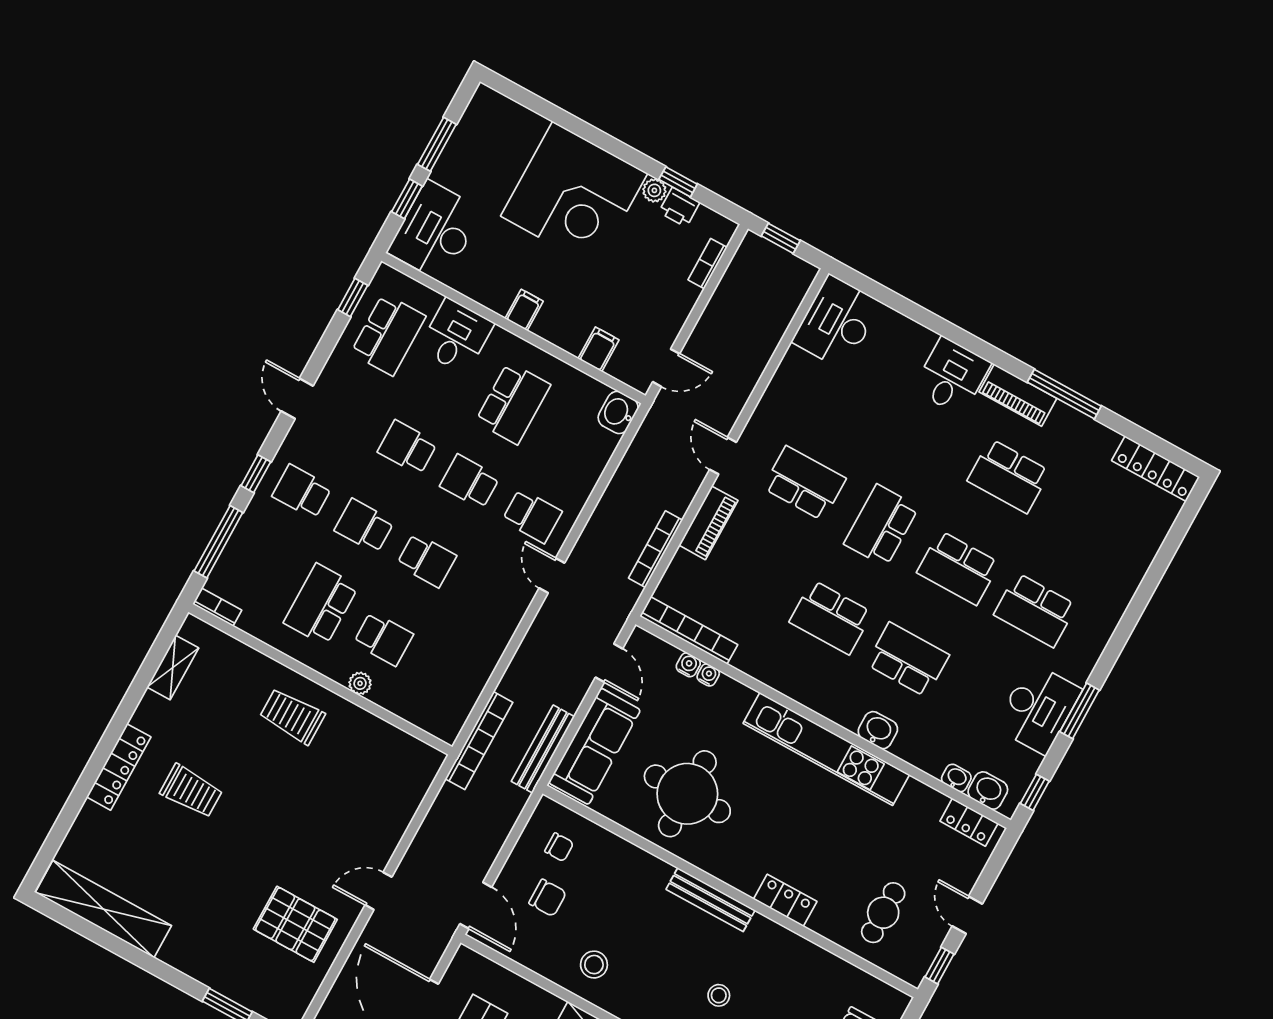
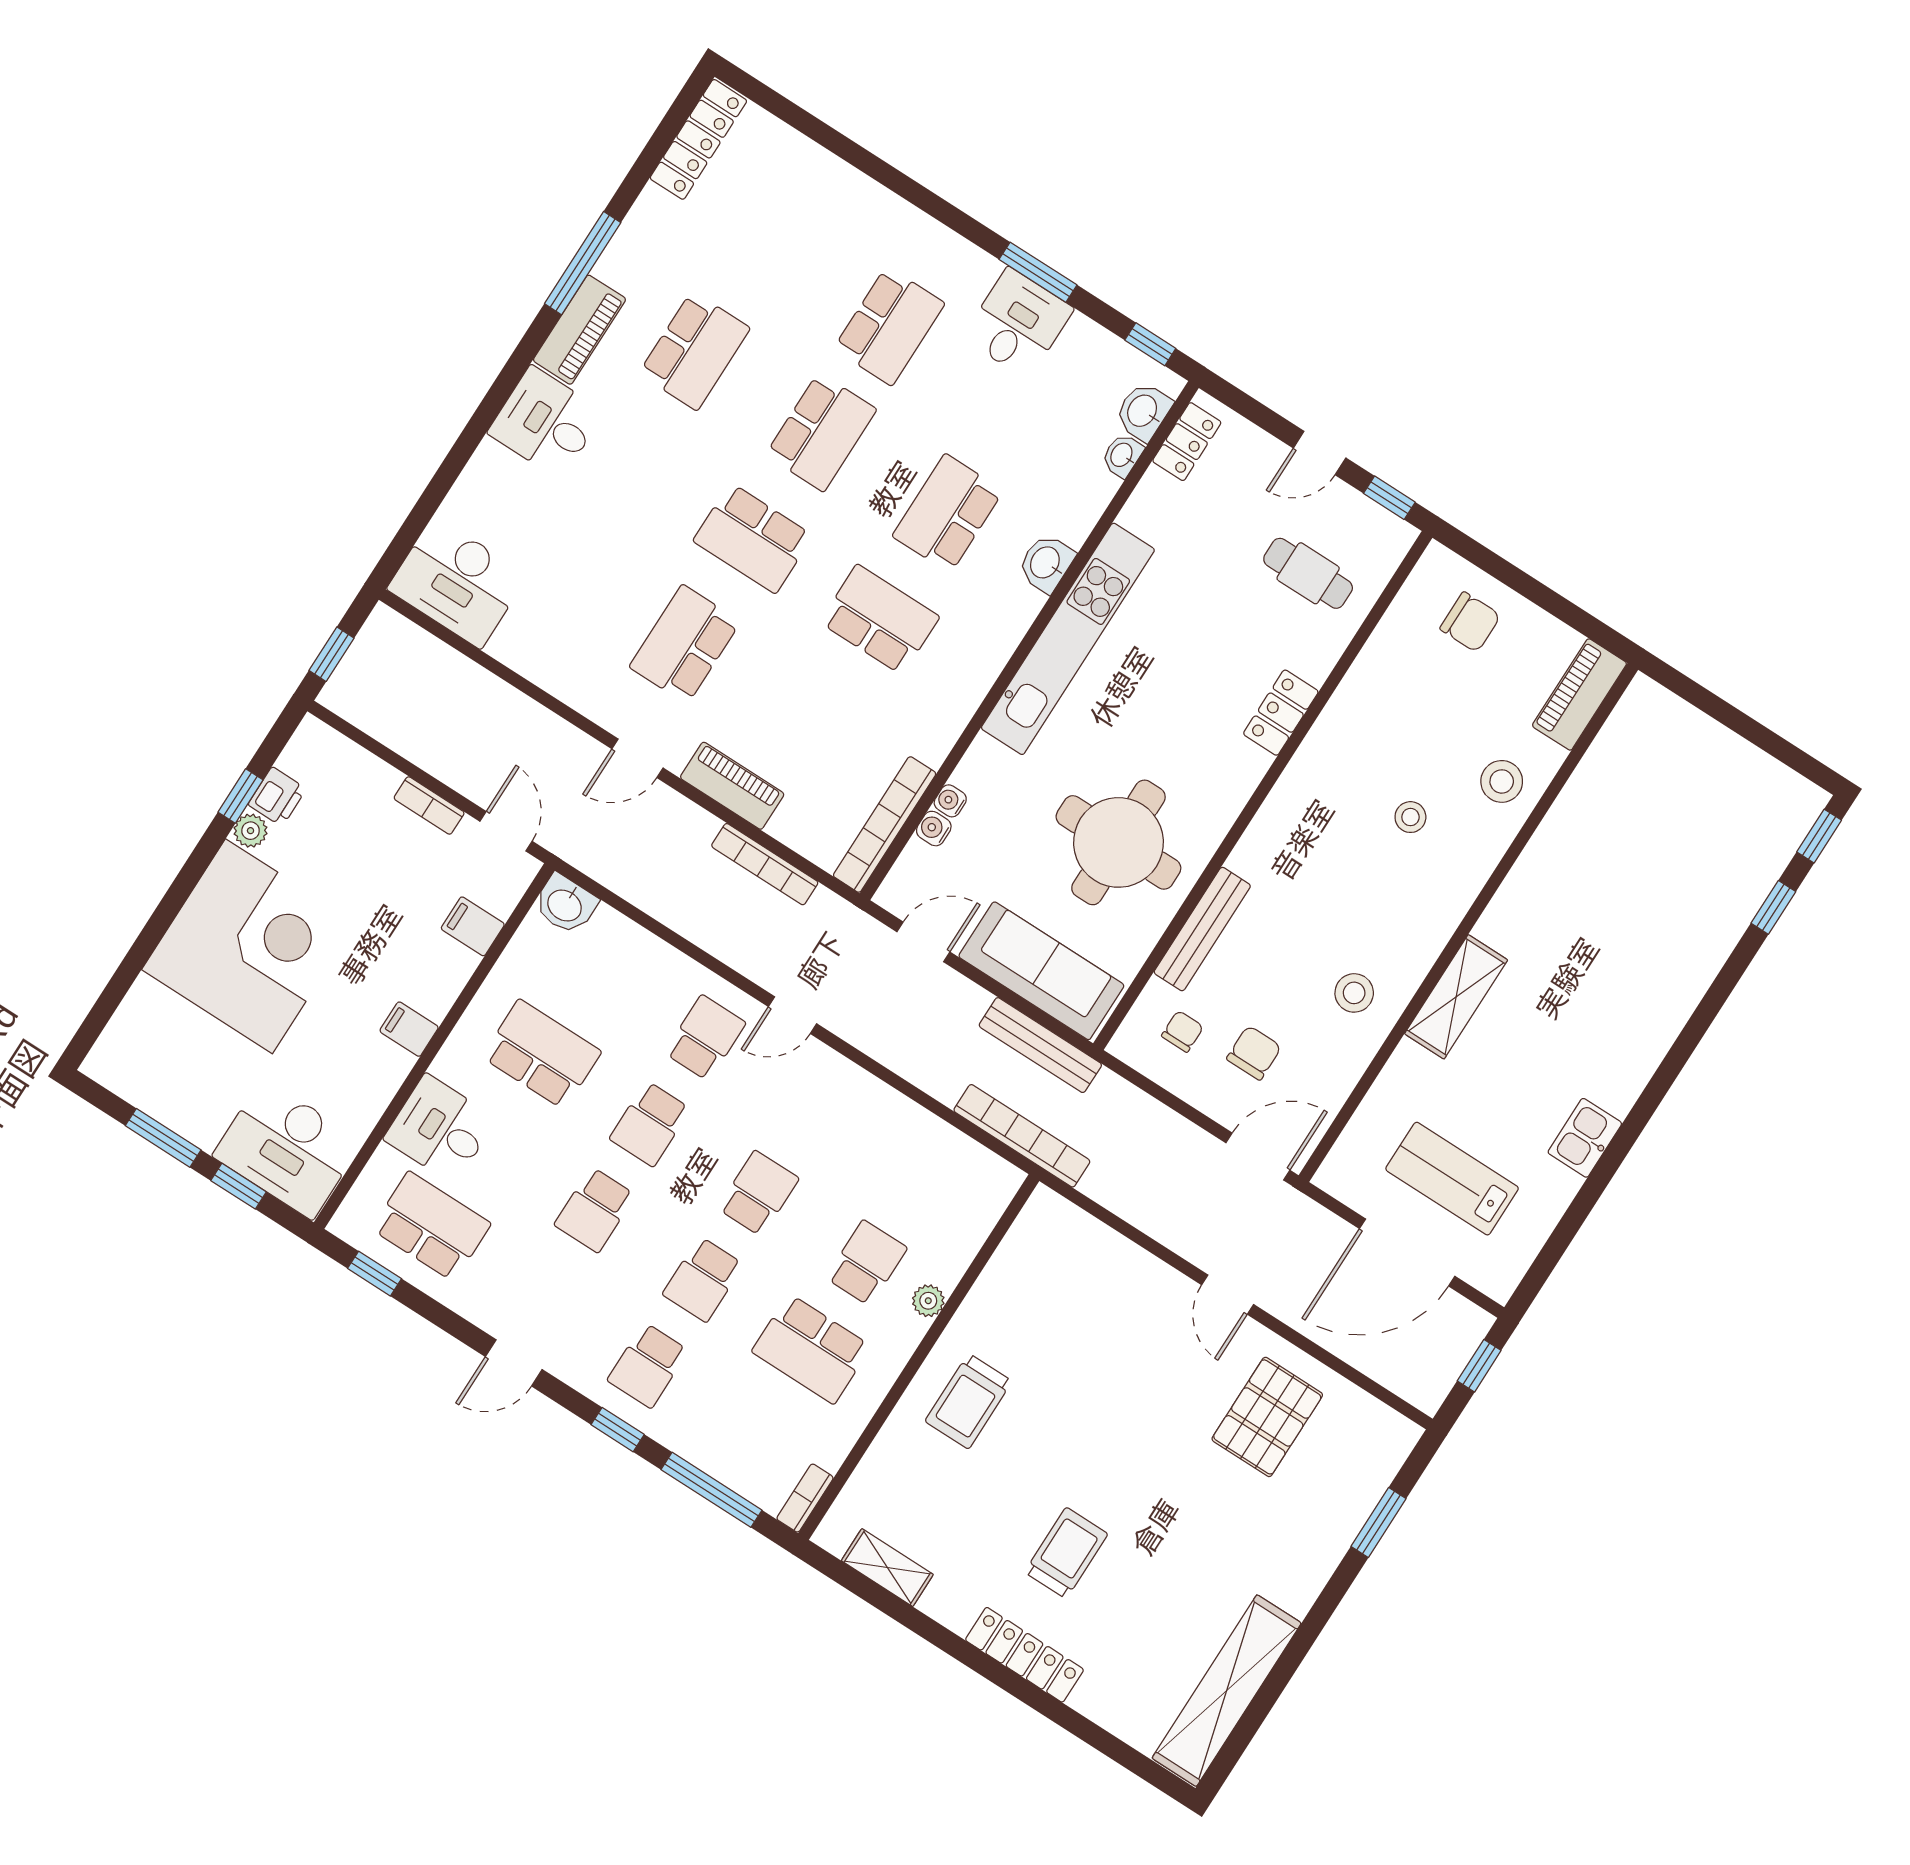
bookcase: (708, 264) -> (429, 805), moved
school desk: (831, 617) -> (880, 619), turned -90
desk: (1038, 709) -> (1018, 323), width x0.73
bench: (711, 900) -> (1202, 929), moved

